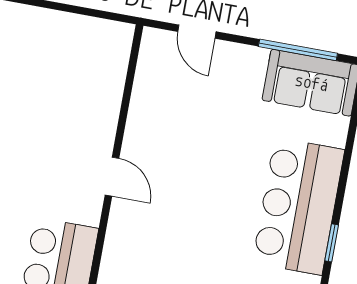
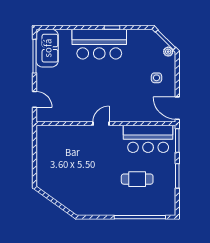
door: (197, 32) -> (34, 99), hinge flipped

